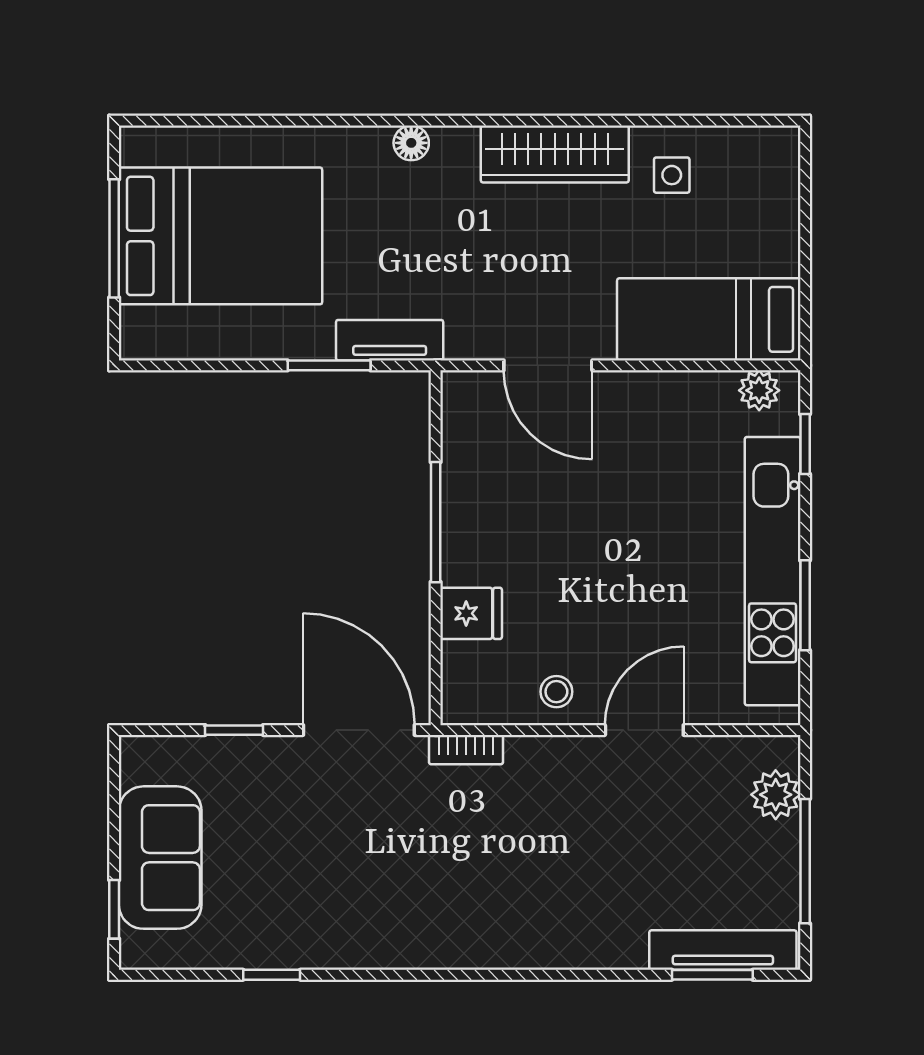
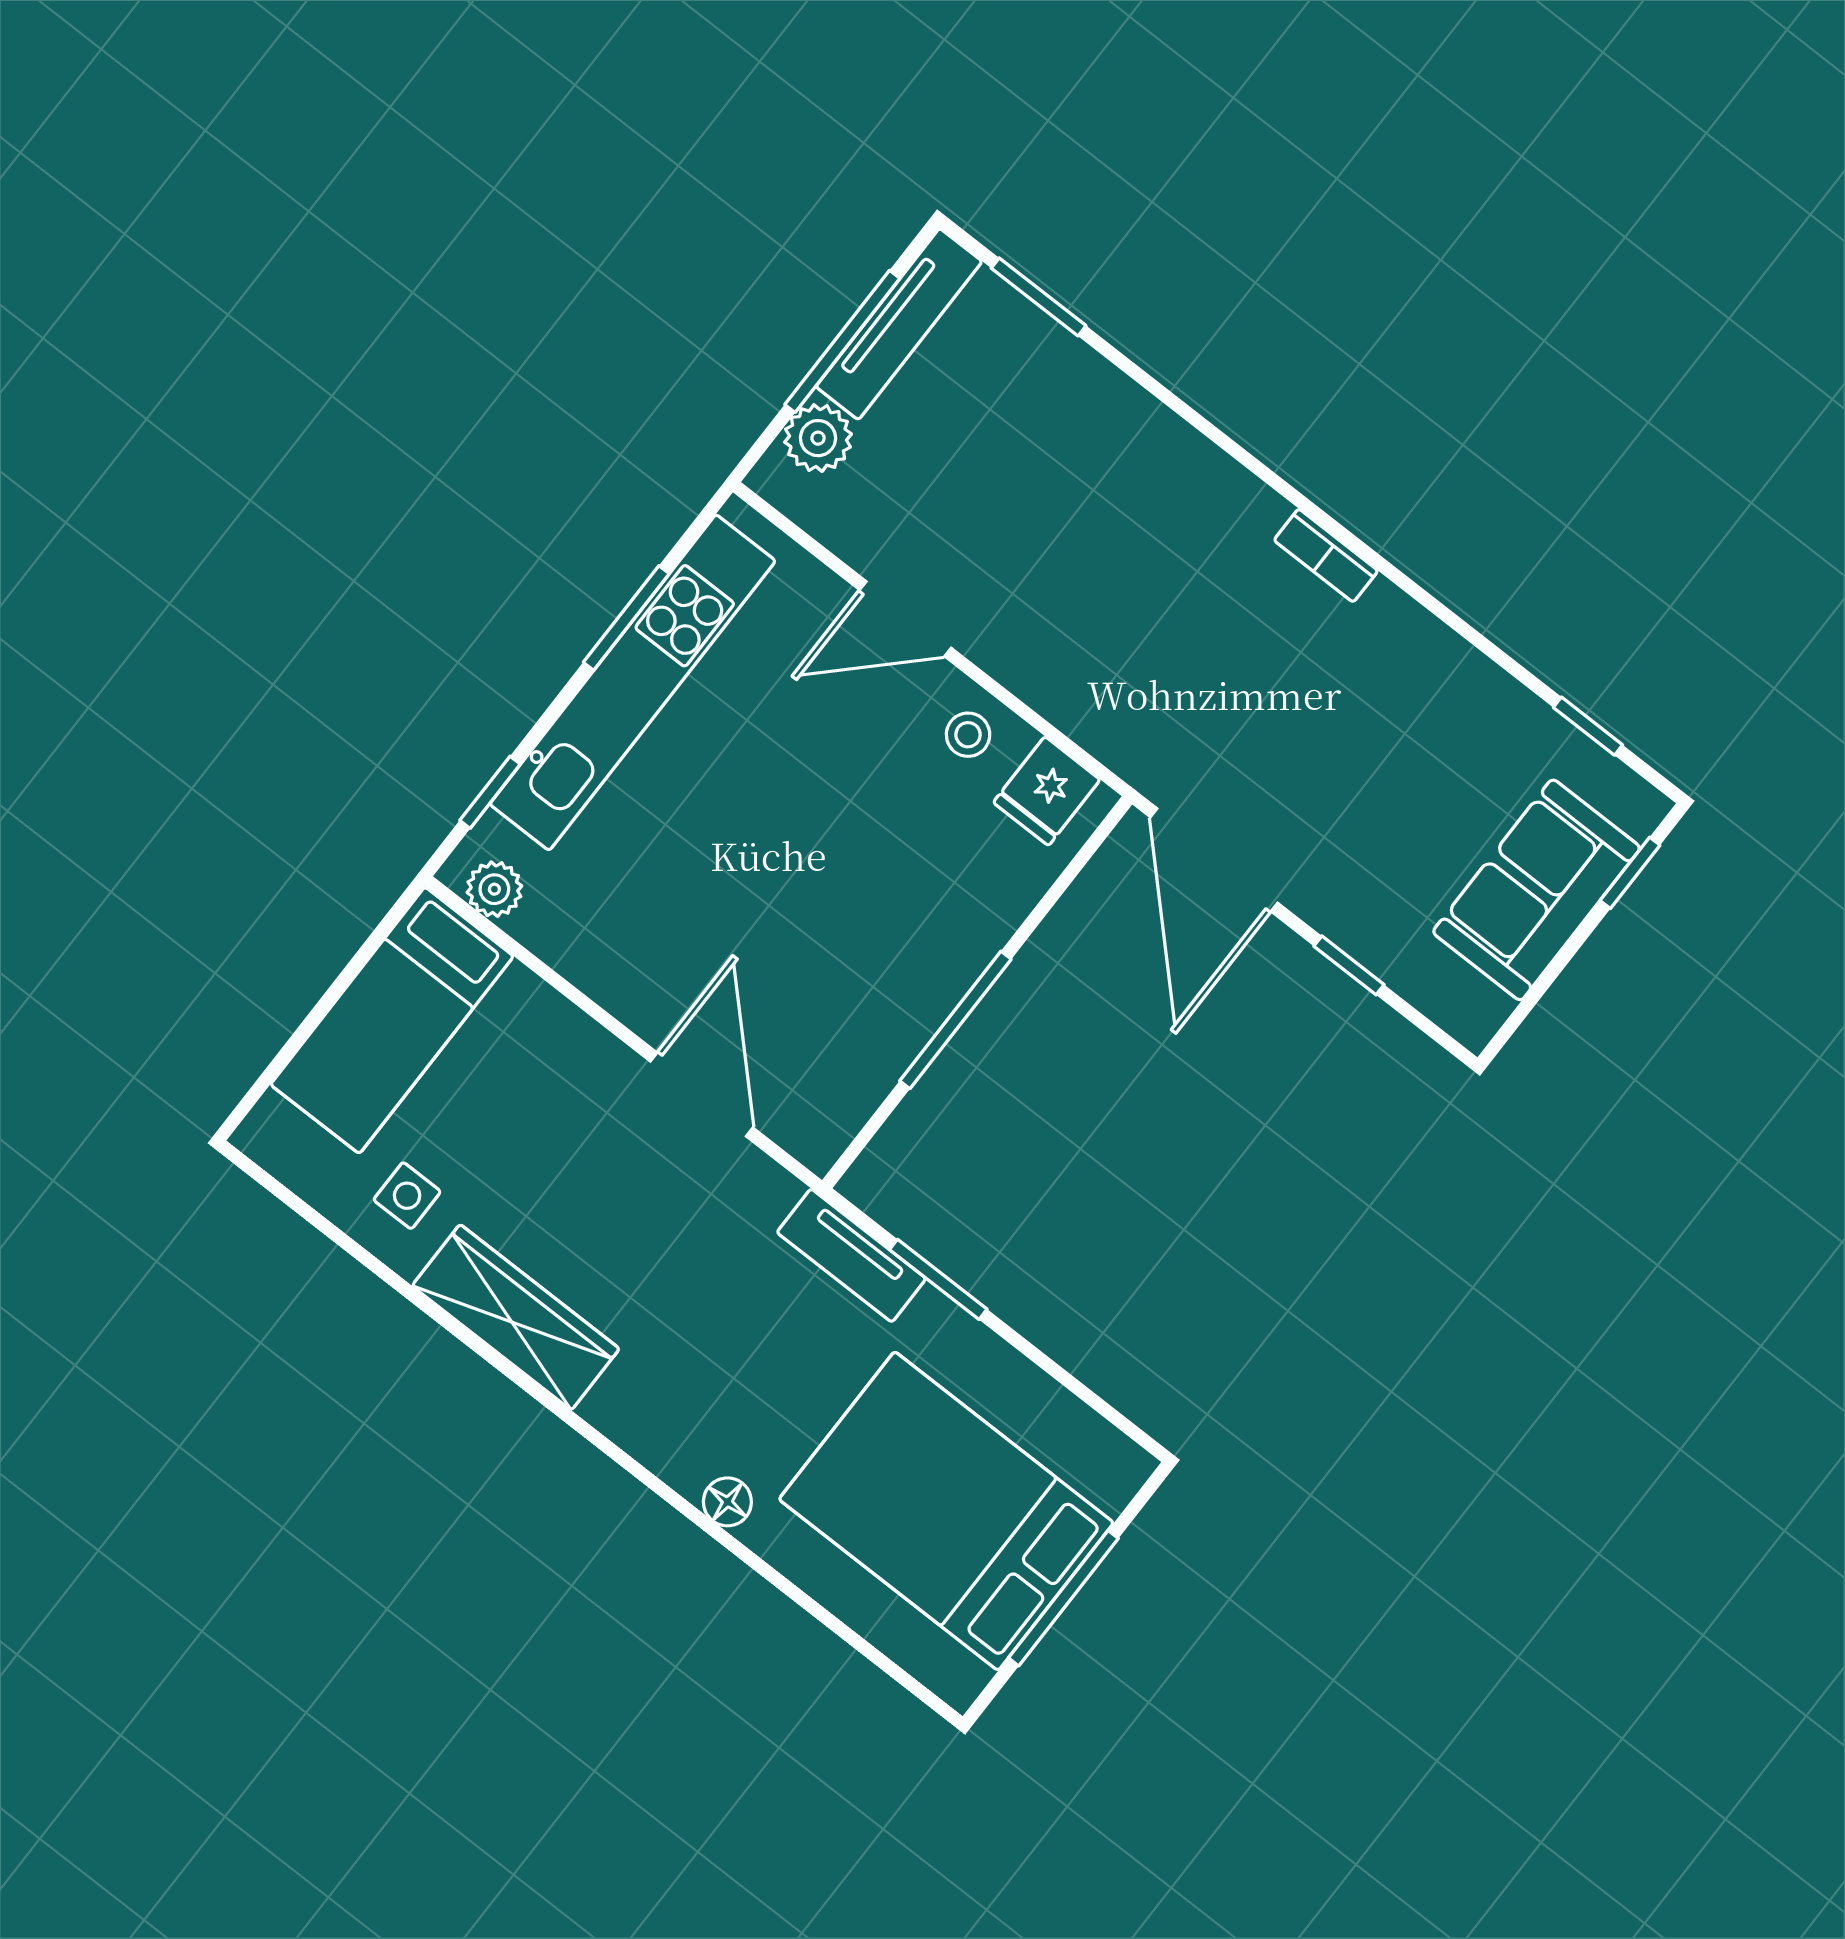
floor lamp: (411, 143) -> (727, 1502), moved
bed: (709, 319) -> (392, 1020), moved, turned 90
fridge: (471, 613) -> (1047, 791), moved, turned -90
bookcase: (466, 750) -> (1326, 555), moved, turned 180
tv unit: (723, 950) -> (899, 324), moved, turned -90
window: (272, 975) -> (1588, 726), moved

